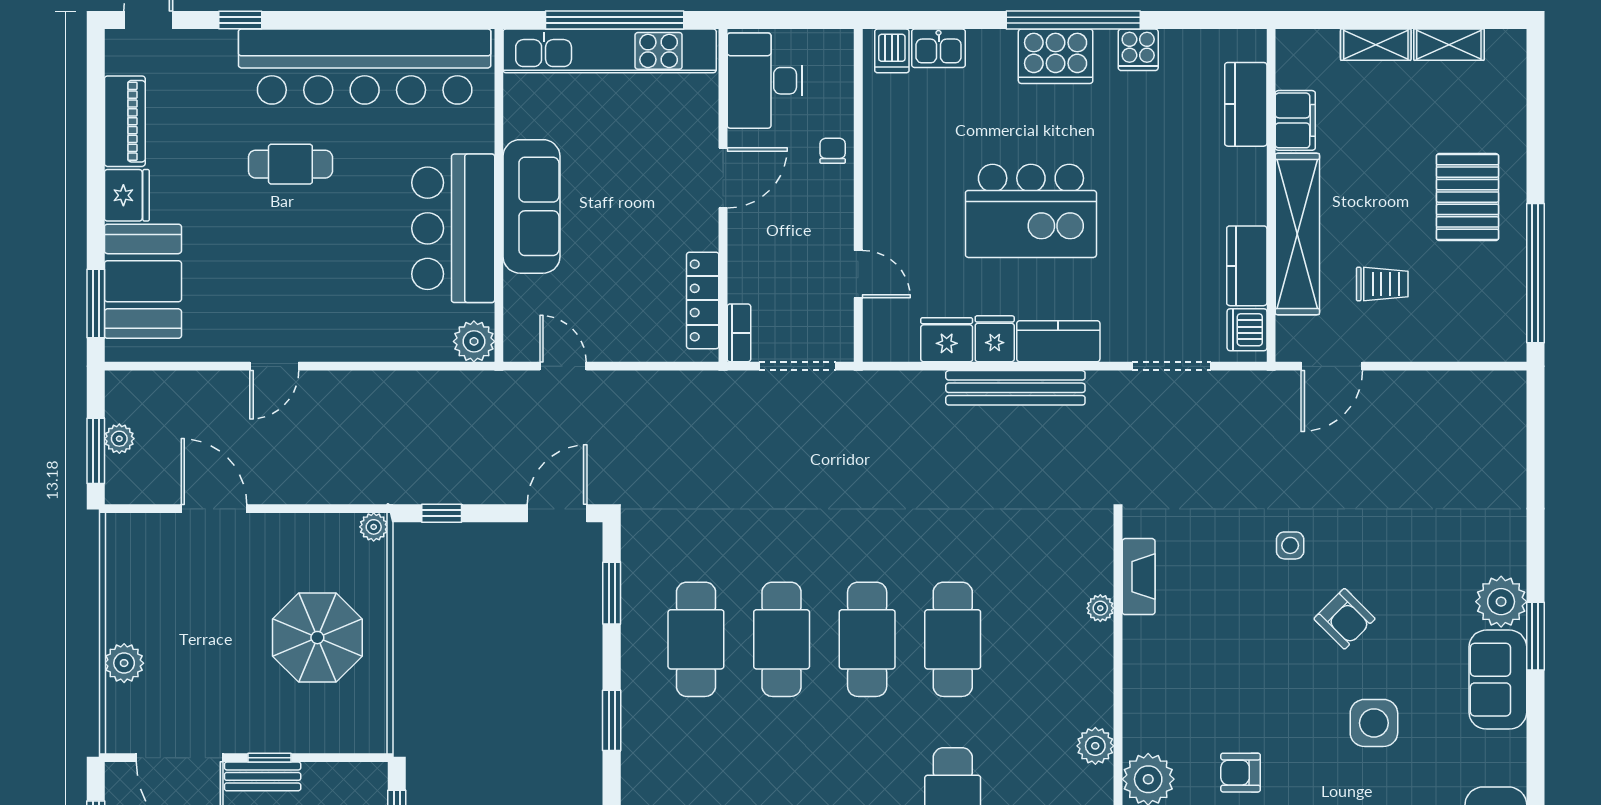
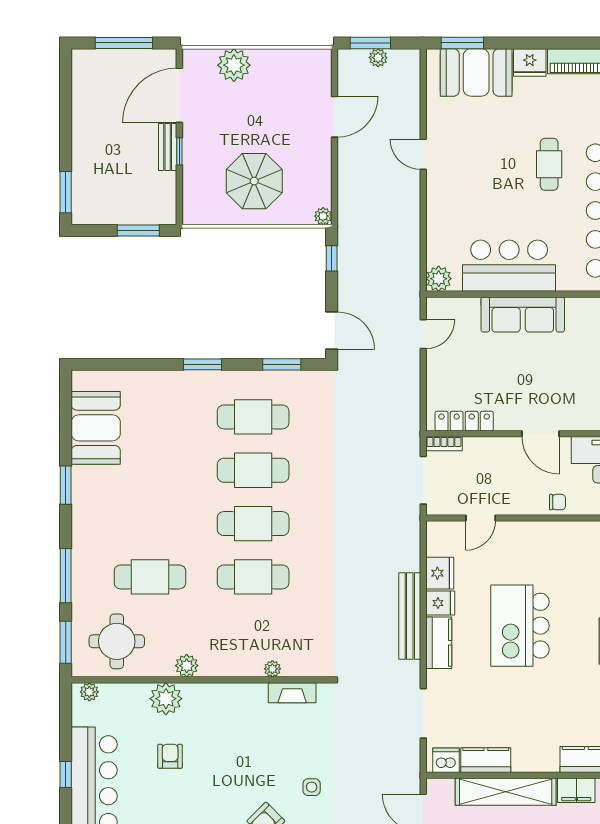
plant: (124, 663) -> (234, 65), width x1.36, depth x1.36

